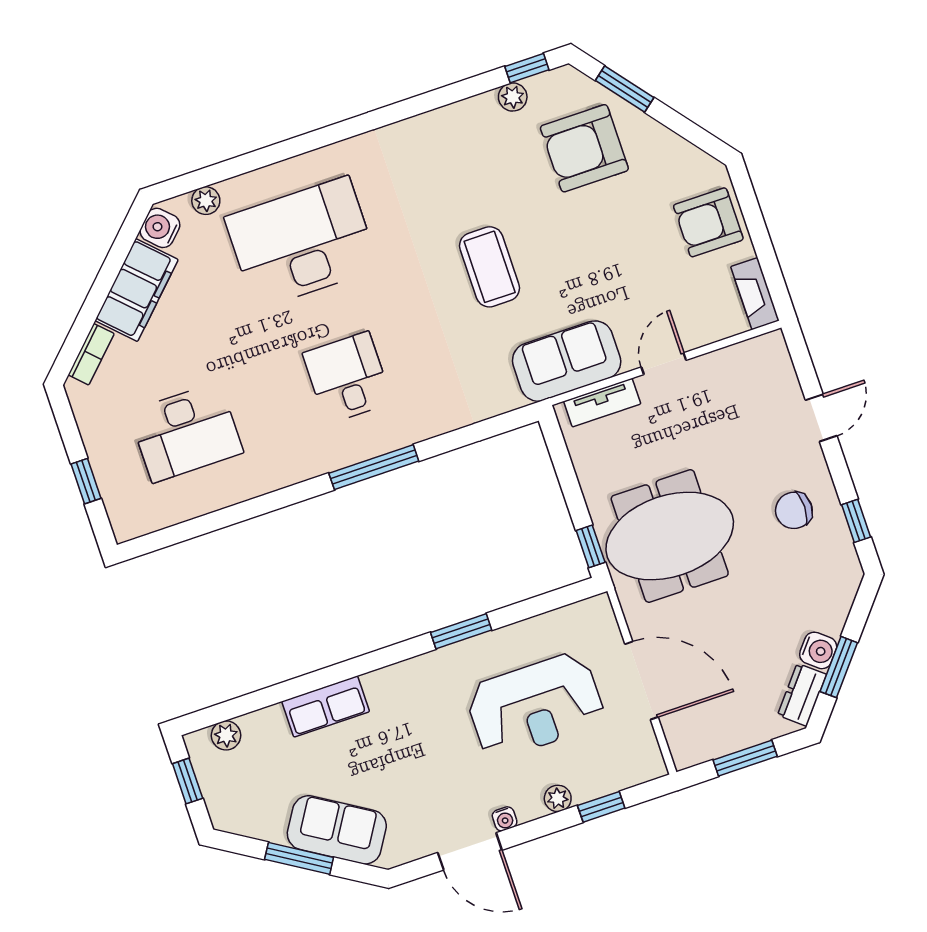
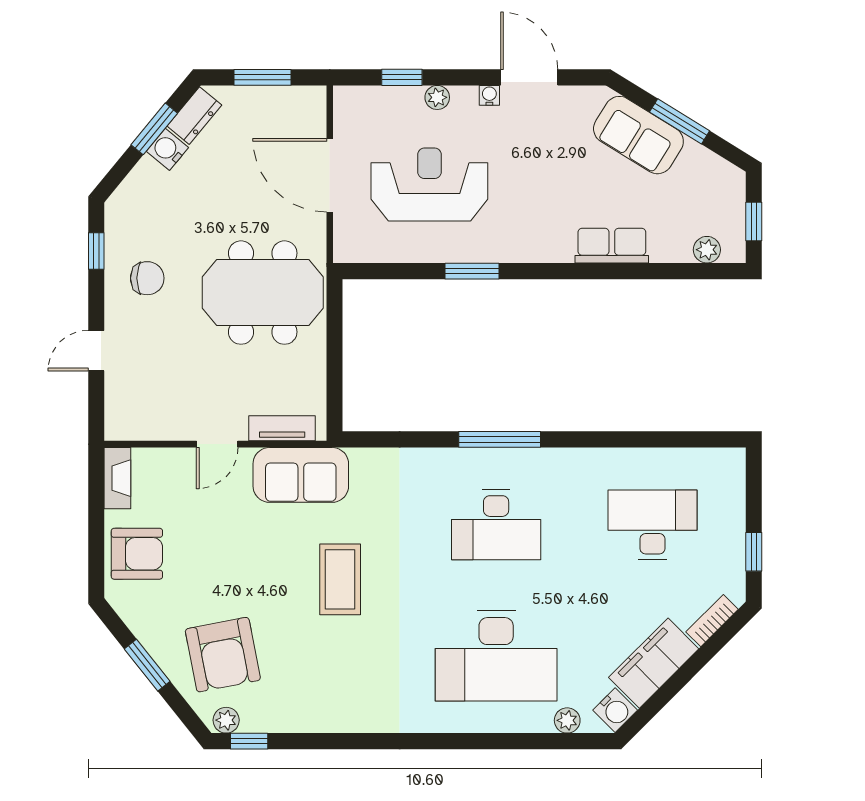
window: (625, 89) -> (147, 665), moved
plant: (513, 97) -> (226, 720), moved
armchair: (584, 148) -> (223, 655), turned 79
desk: (347, 378) -> (496, 525), width x1.37
window: (86, 481) -> (754, 552), moved
window: (591, 546) -> (335, 307), removed

